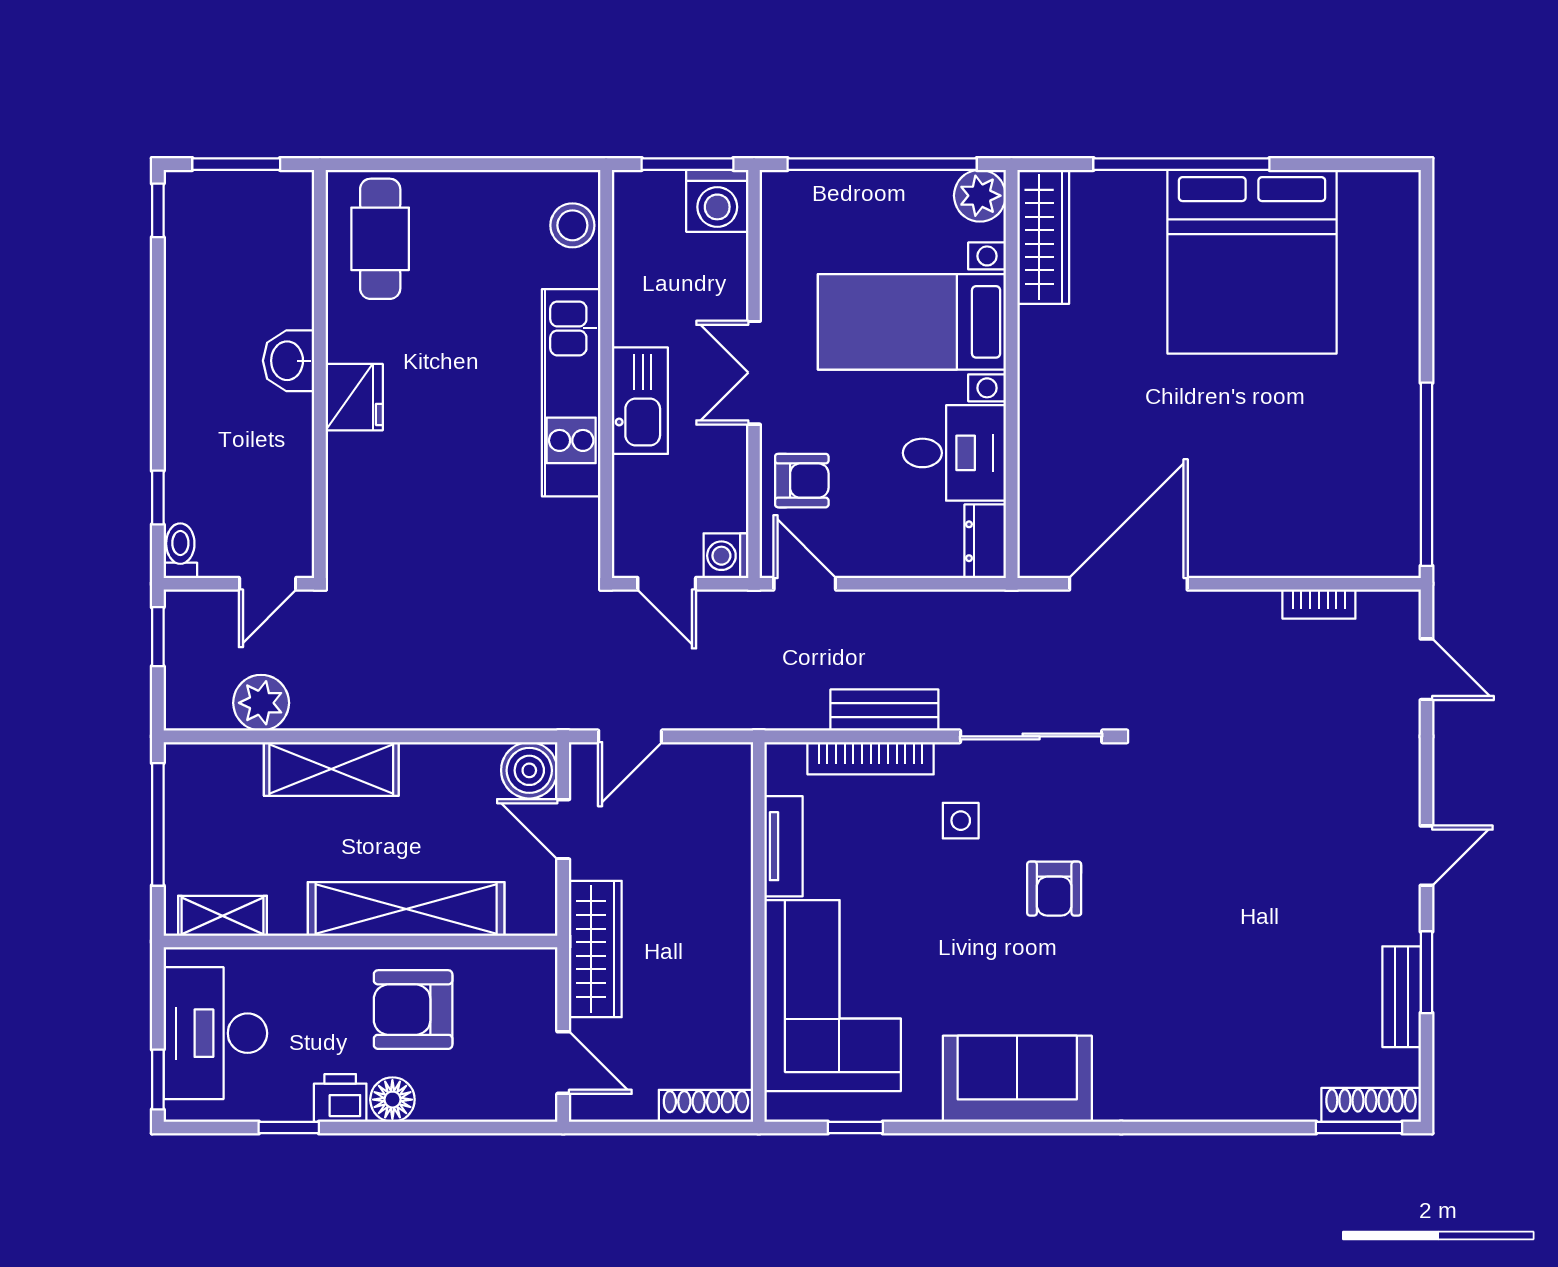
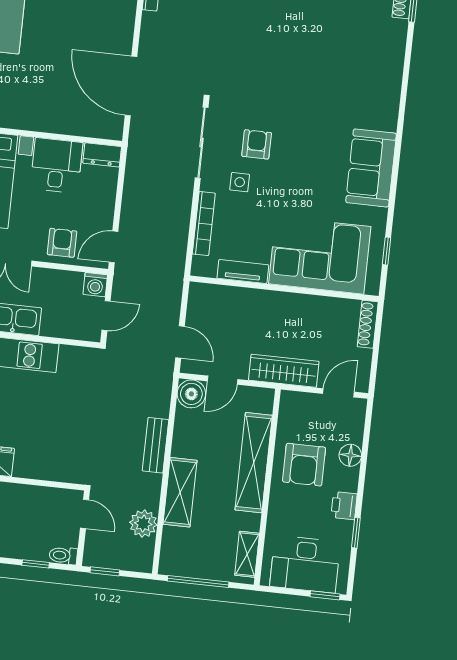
bench: (884, 710) -> (155, 445), moved
armchair: (1054, 889) -> (257, 144), moved, turned -90
floor lamp: (392, 1100) -> (350, 455), moved

